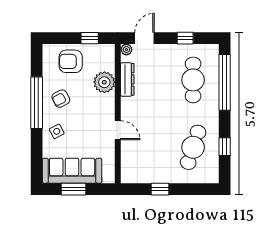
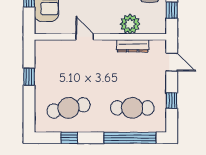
plant: (126, 50) -> (161, 45), removed
door: (118, 130) -> (85, 37), swing flipped
cafe table: (193, 147) -> (69, 108), turned -30

